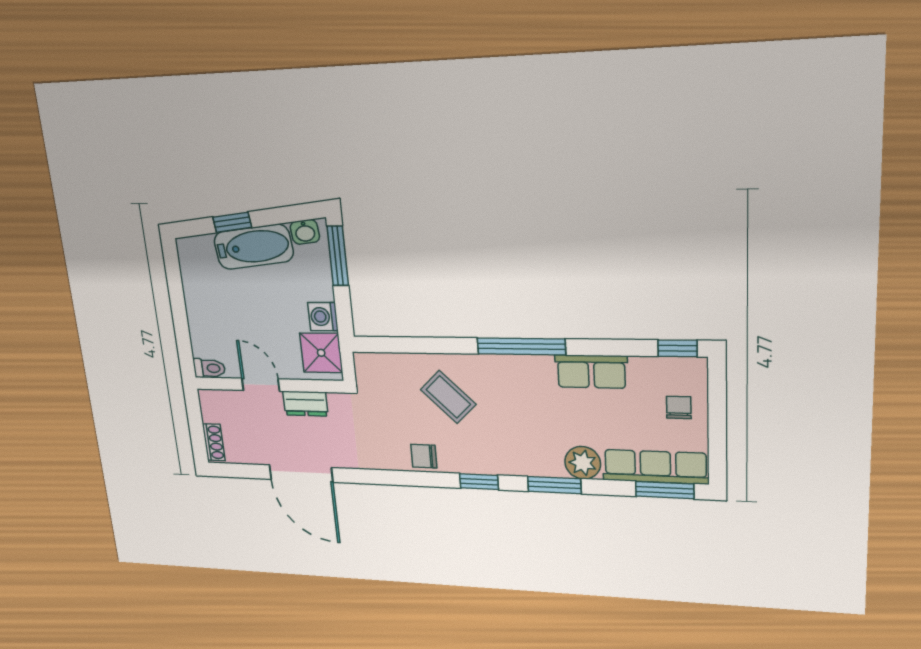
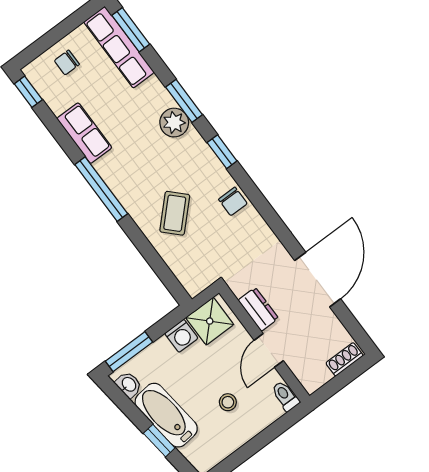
stool: (233, 313) -> (228, 402), added
plant: (583, 463) -> (174, 123), moved

